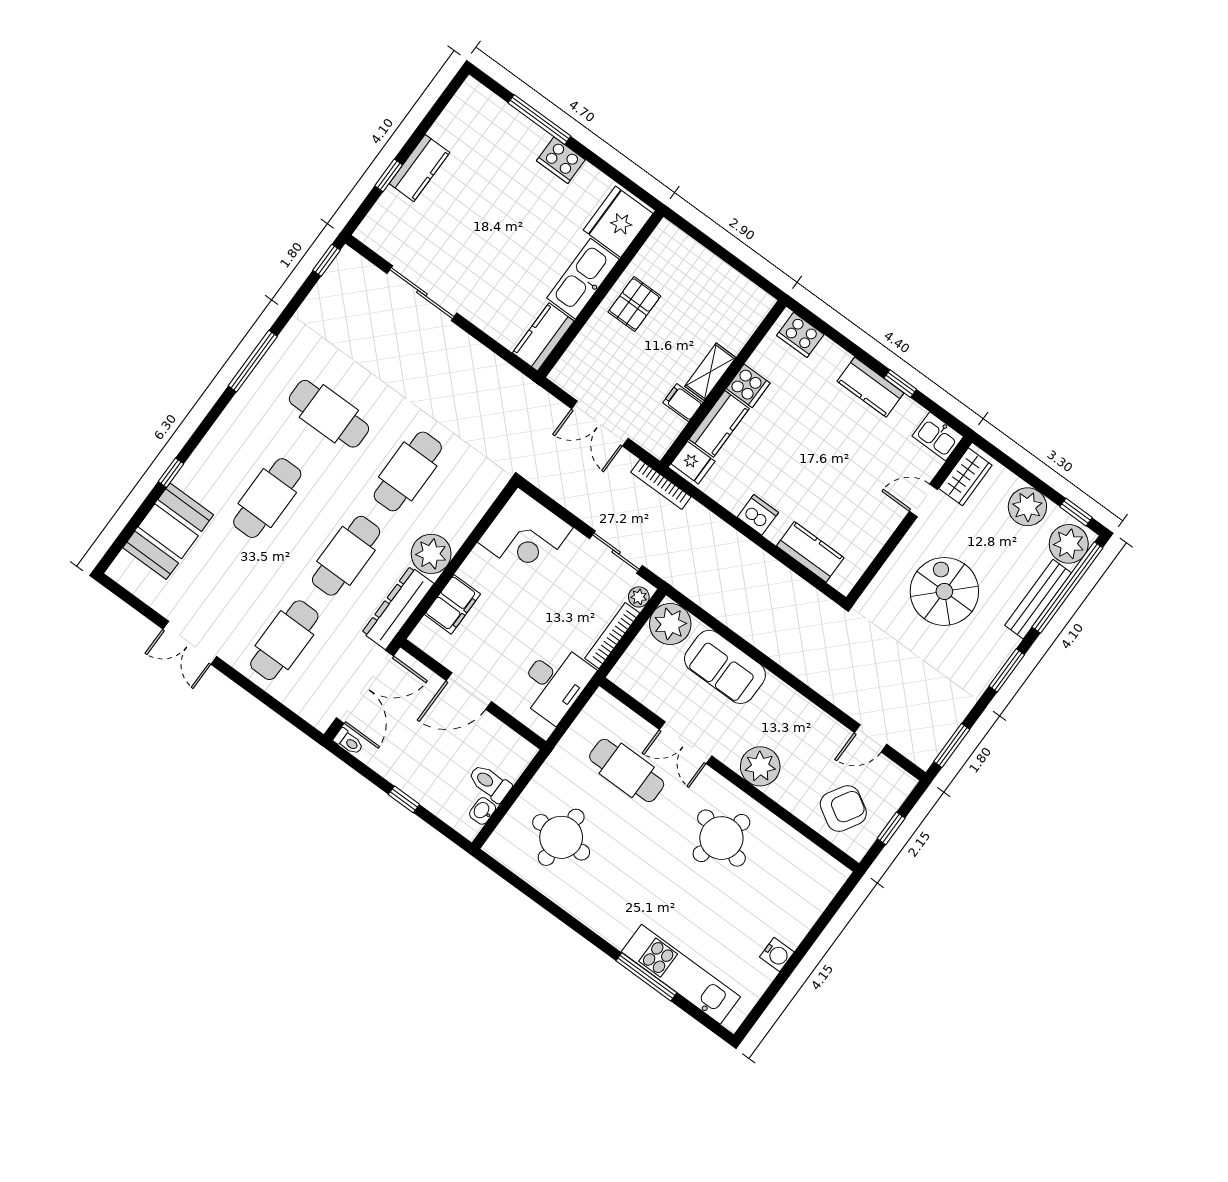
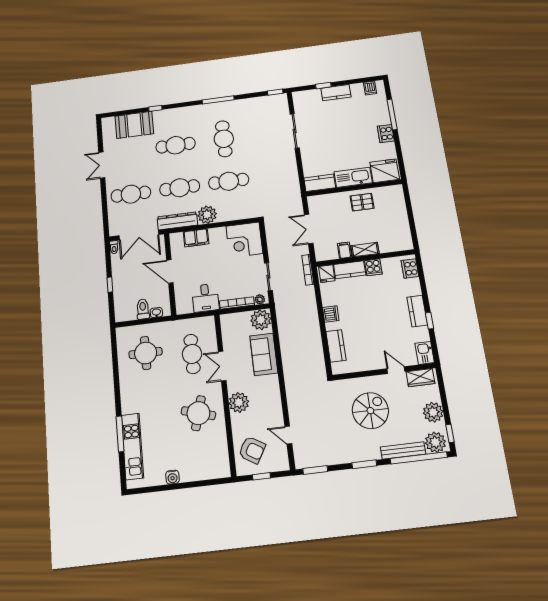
dishwasher: (463, 109) -> (370, 88), added
desk: (555, 683) -> (205, 298), width x0.73
washbasin: (483, 811) -> (156, 313), moved

